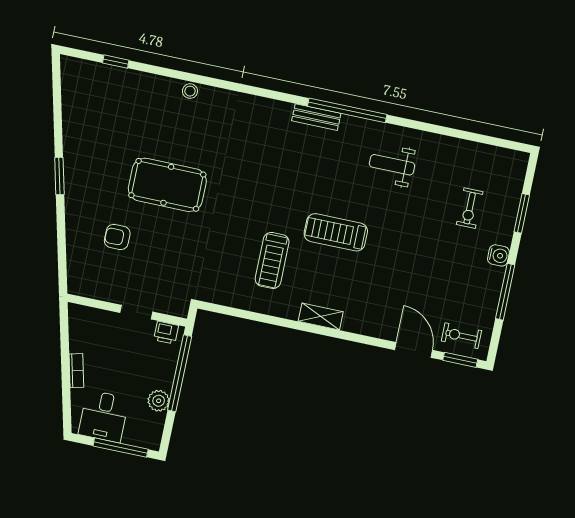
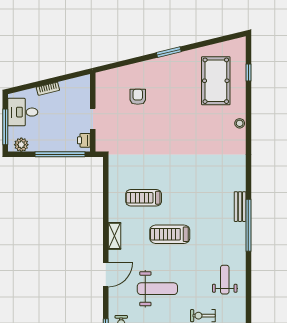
weight bench: (392, 165) -> (225, 280), moved
pool table: (167, 185) -> (216, 81), moved
treadmill: (336, 232) -> (170, 234), turned -90
weight bench: (414, 269) -> (157, 289), added
door: (414, 350) -> (106, 275), moved
plant: (159, 401) -> (21, 145), moved

